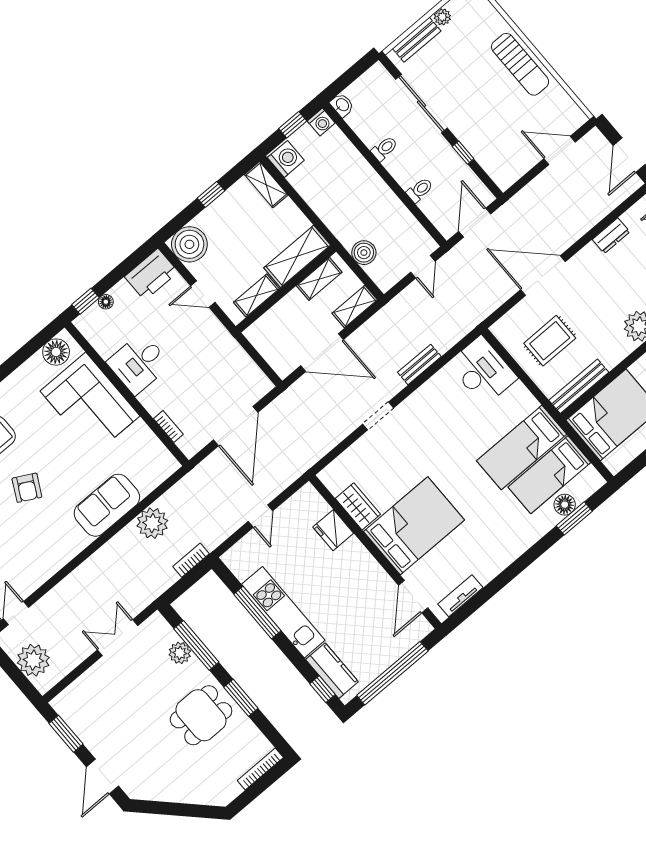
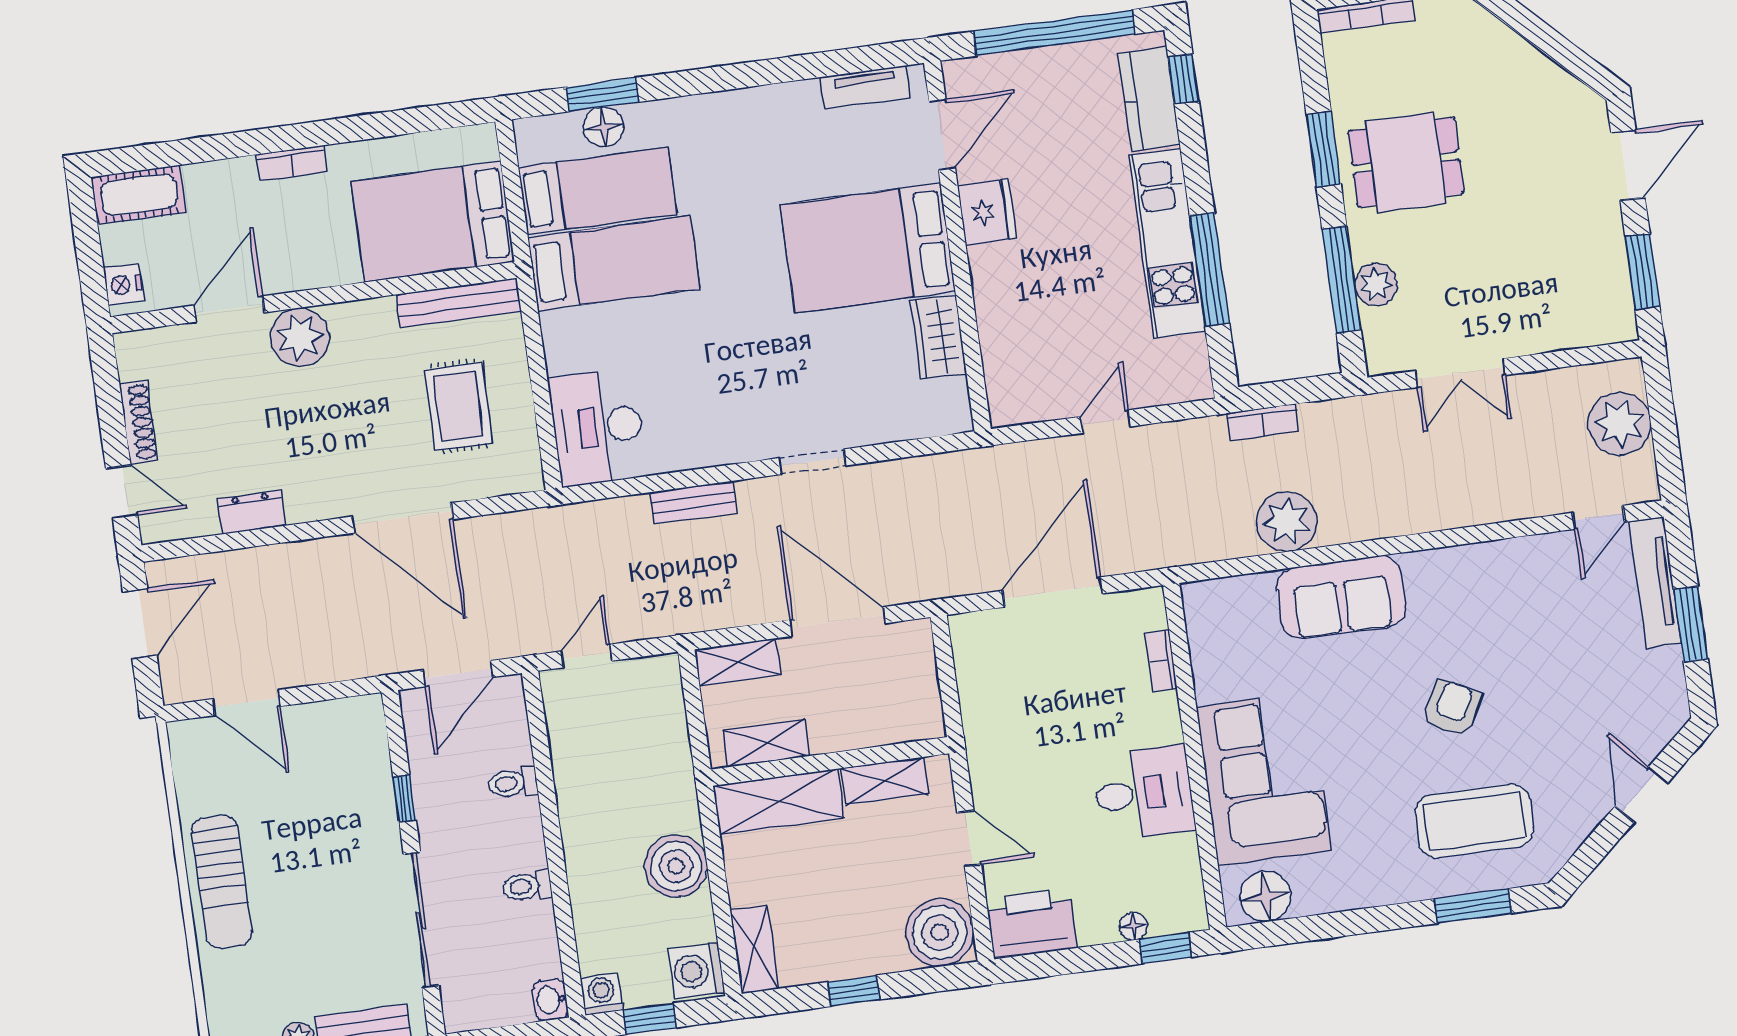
sun lounger: (520, 64) -> (222, 882), turned 180
boiler: (364, 253) -> (676, 866), moved, width x1.37, depth x1.37
rug: (550, 341) -> (459, 406), turned 90
fridge: (333, 530) -> (987, 212), moved

